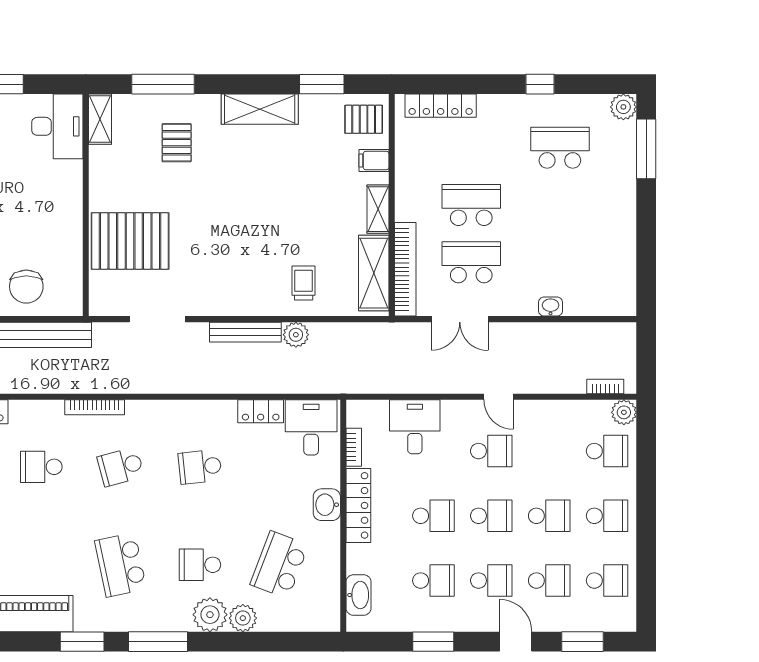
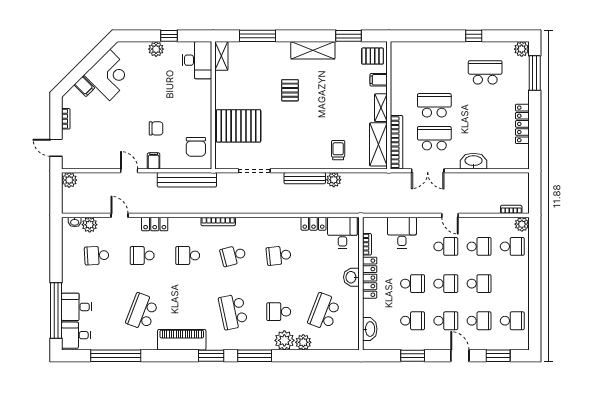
locker: (441, 106) -> (522, 124), moved, turned 90
pallet: (177, 143) -> (290, 90), moved
chair: (26, 287) -> (196, 147), moved
washbasin: (551, 307) -> (474, 161), width x1.91, depth x1.45
school desk: (607, 516) -> (479, 246), moved

